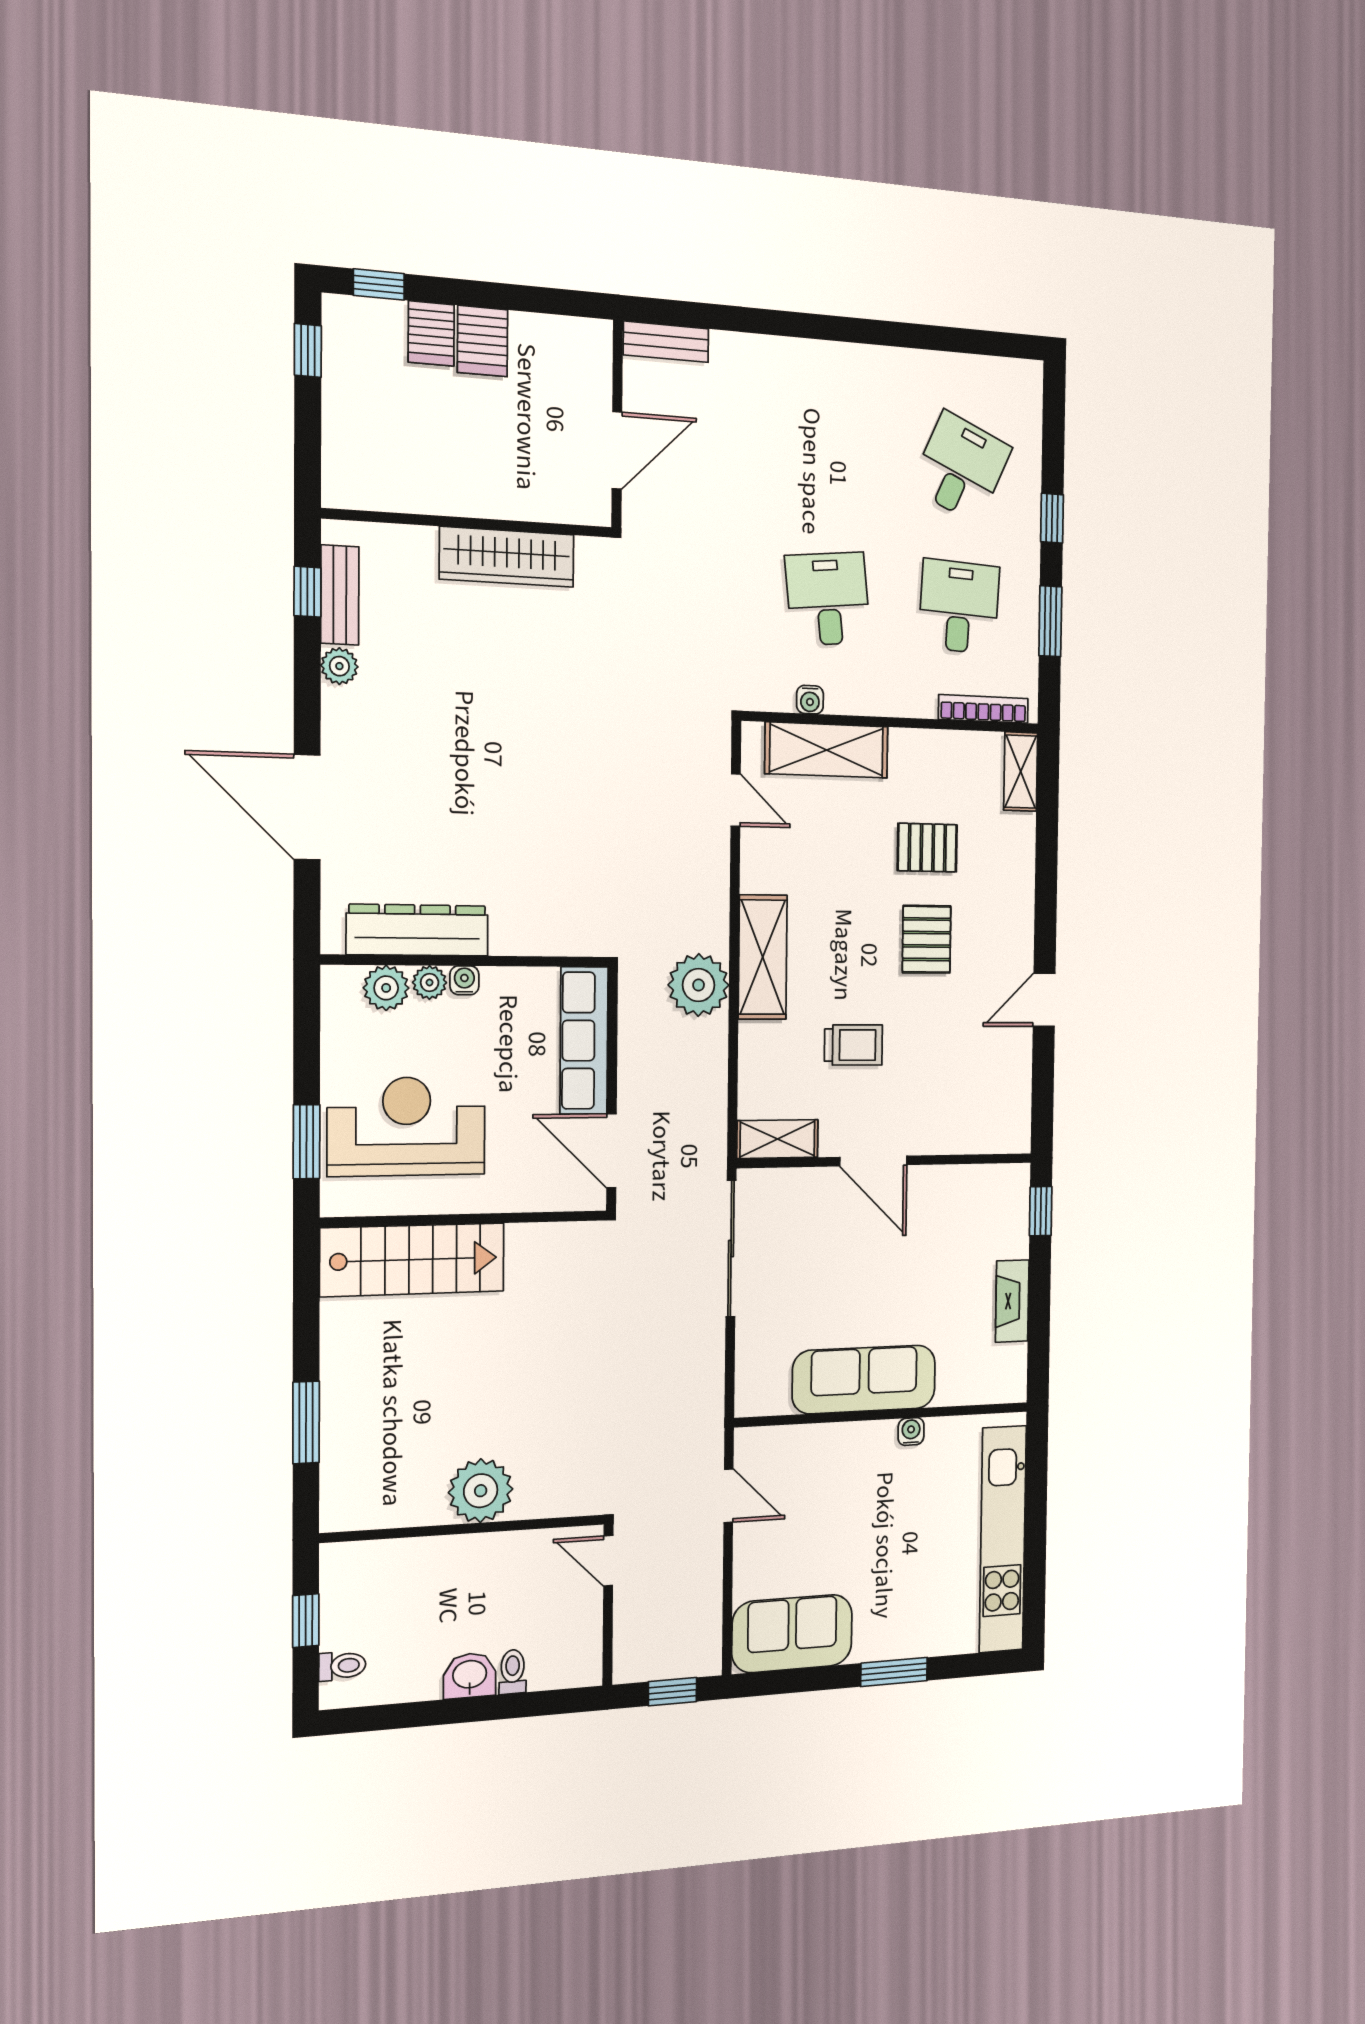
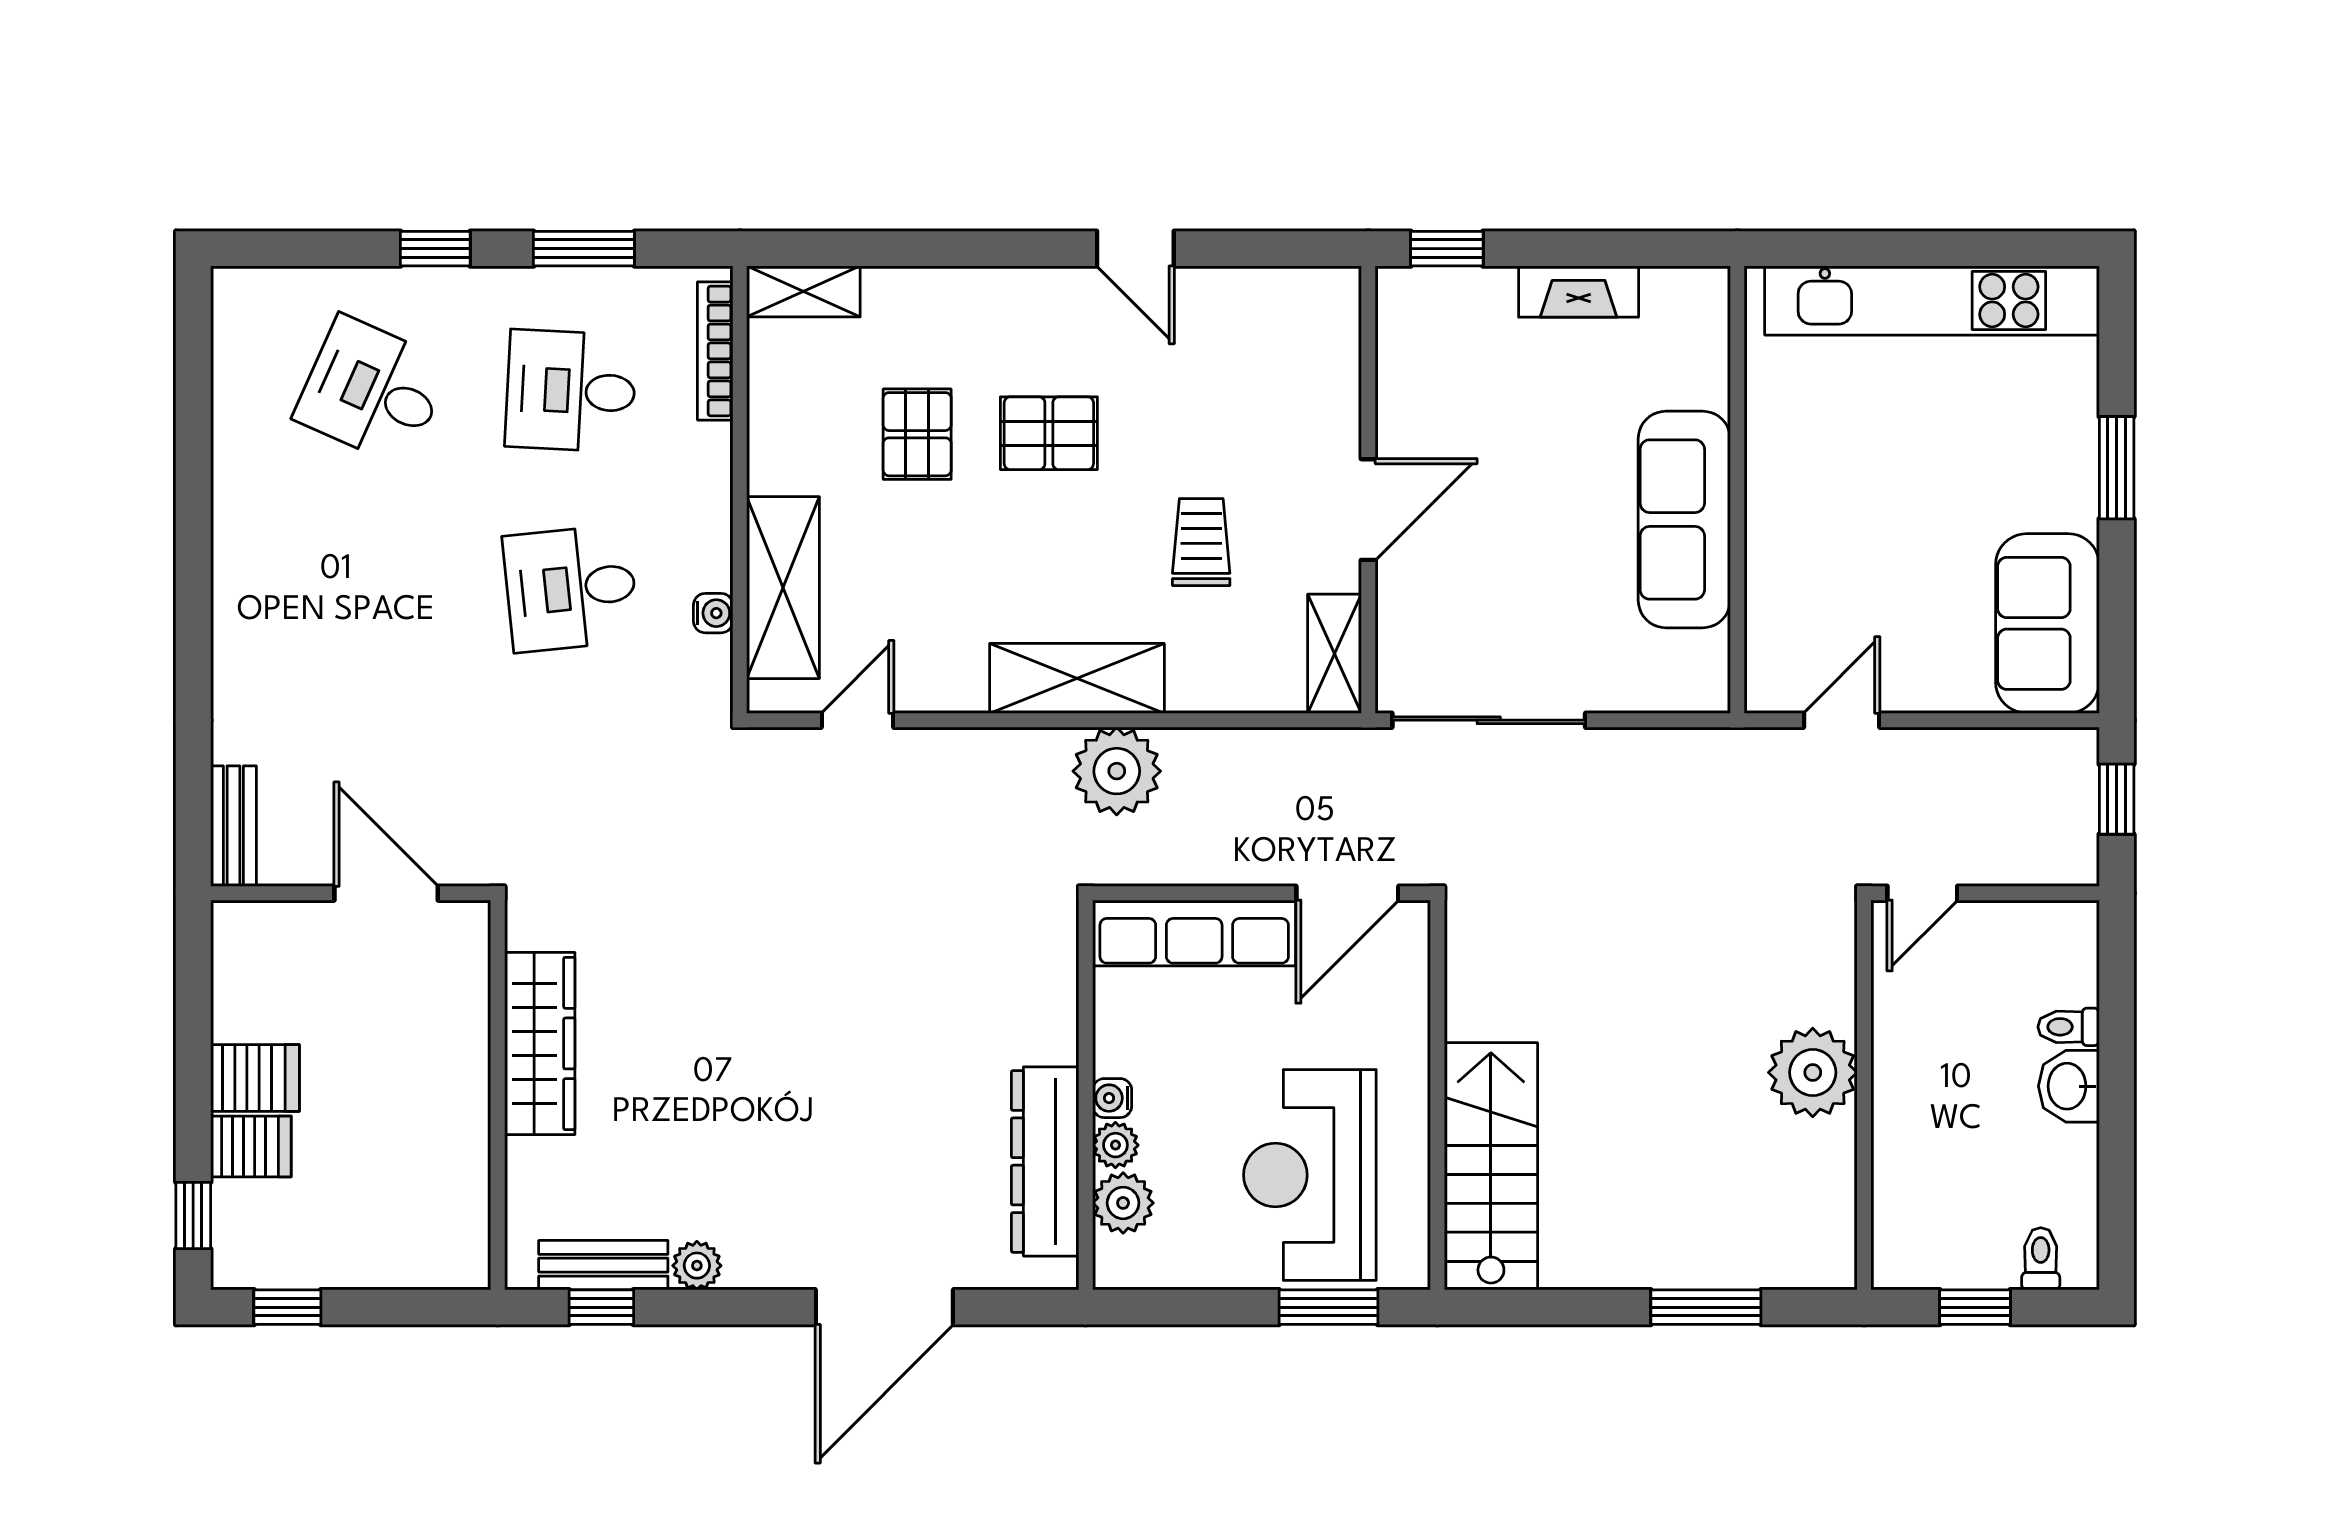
water cooler: (911, 1432) -> (1764, 447), removed

